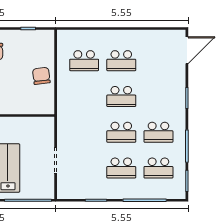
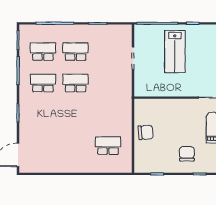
school desk: (121, 61) -> (76, 146), removed
chair: (41, 76) -> (146, 132), turned -88
school desk: (121, 96) -> (76, 114), removed

